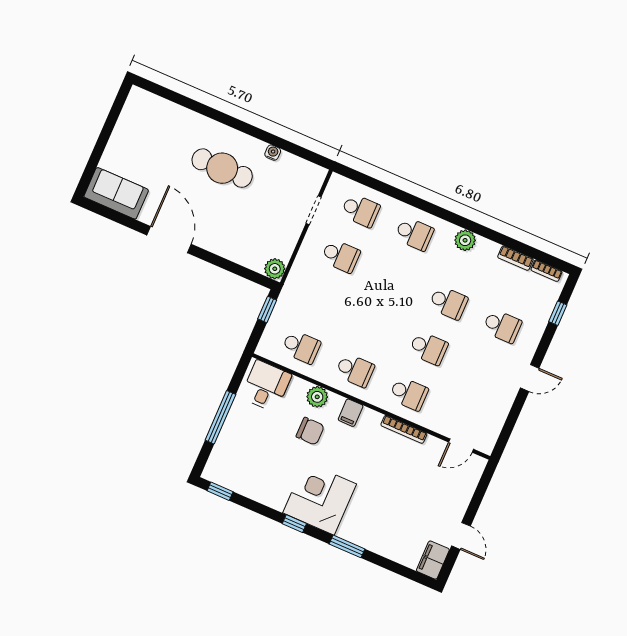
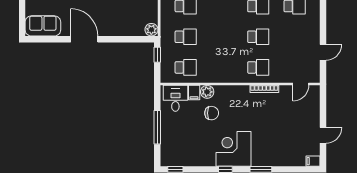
school desk: (355, 370) -> (186, 37), moved
door: (530, 378) -> (323, 52), moved
filing cabinet: (351, 413) -> (194, 93), moved
door: (461, 536) -> (323, 135), hinge flipped
filing cabinet: (433, 560) -> (313, 161), width x0.50

